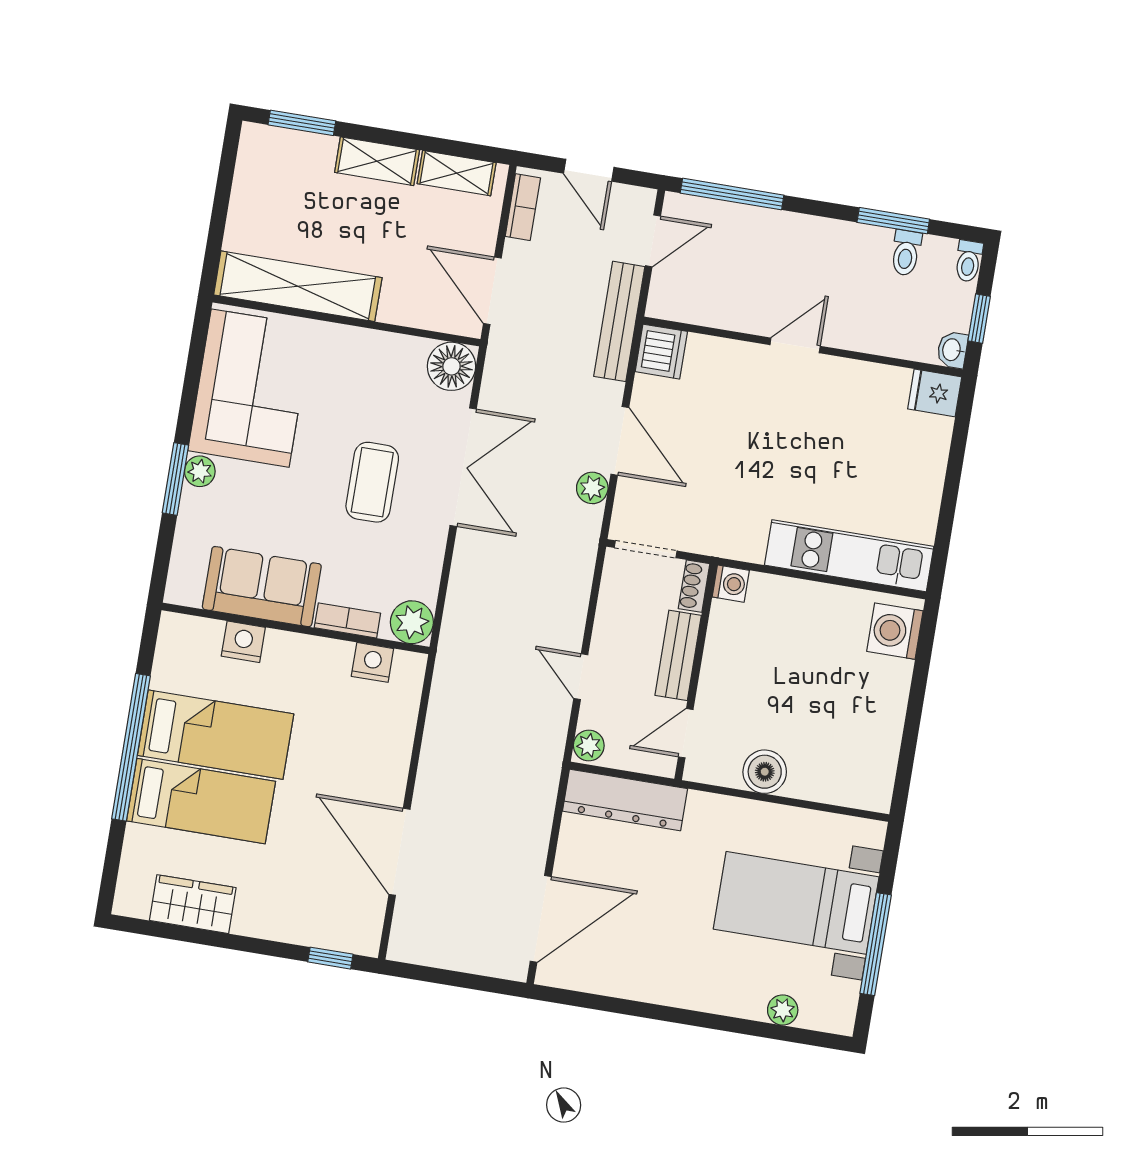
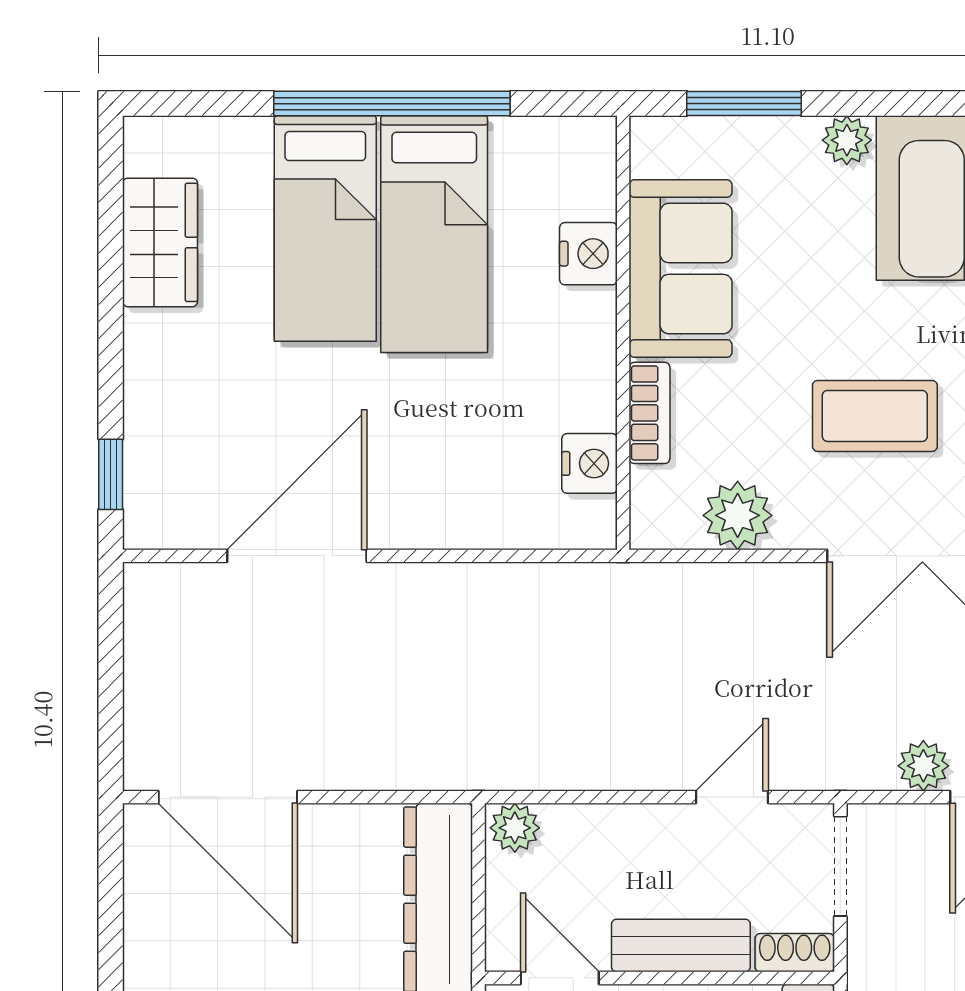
window: (175, 479) -> (744, 104), moved
plant: (412, 622) -> (738, 515), moved
door: (581, 677) -> (732, 797), moved

